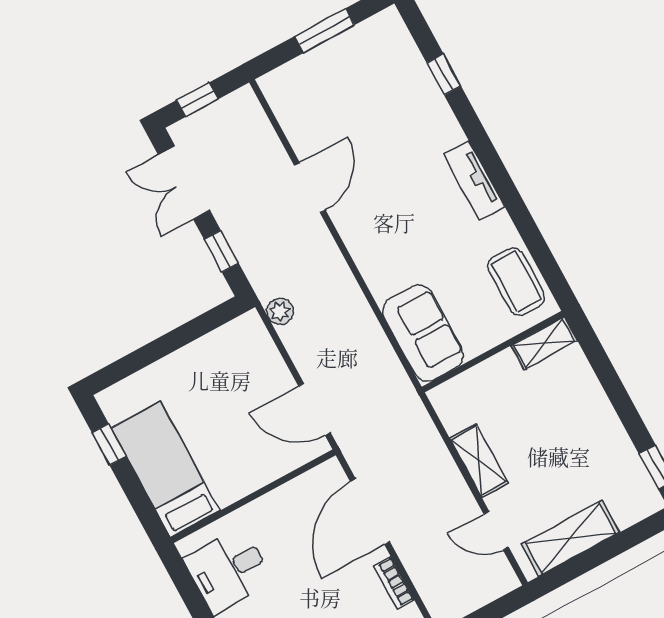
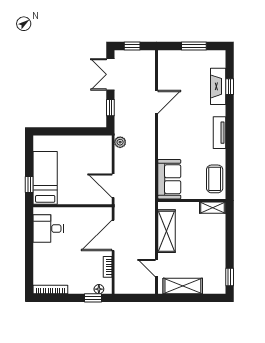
fireplace: (420, 87) -> (218, 86), added
window: (109, 444) -> (29, 185), moved
shelving: (479, 461) -> (166, 231), width x1.50, depth x1.33

